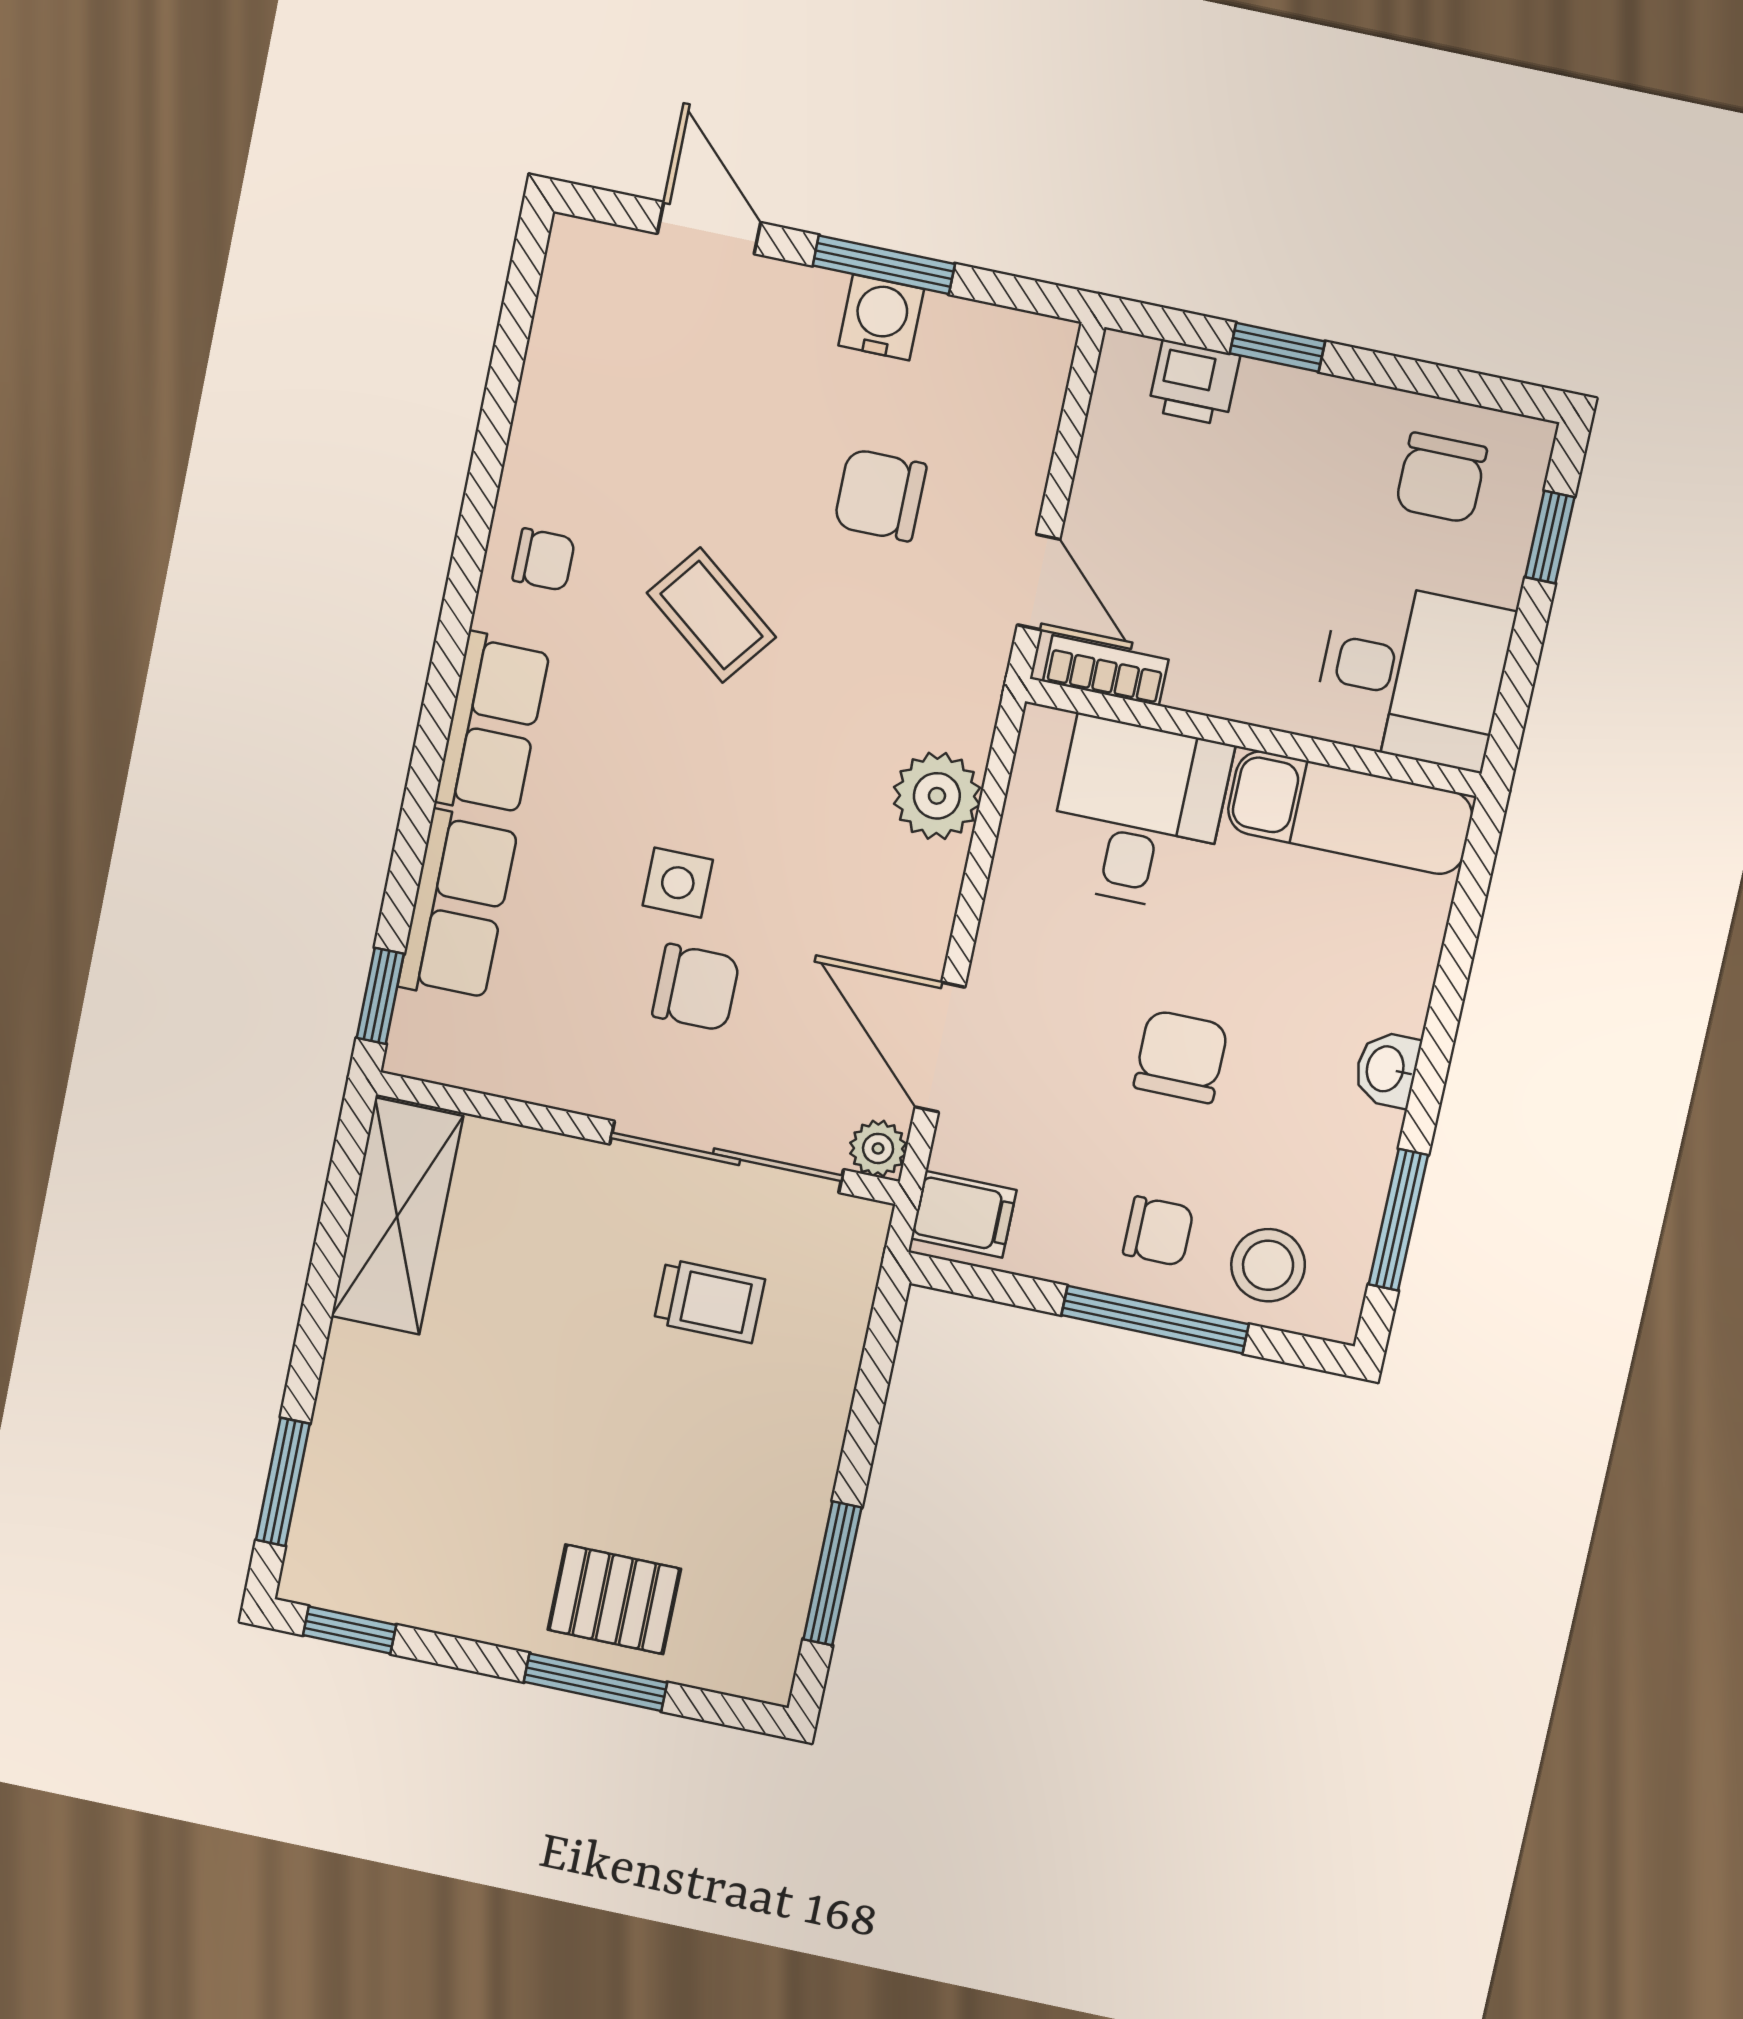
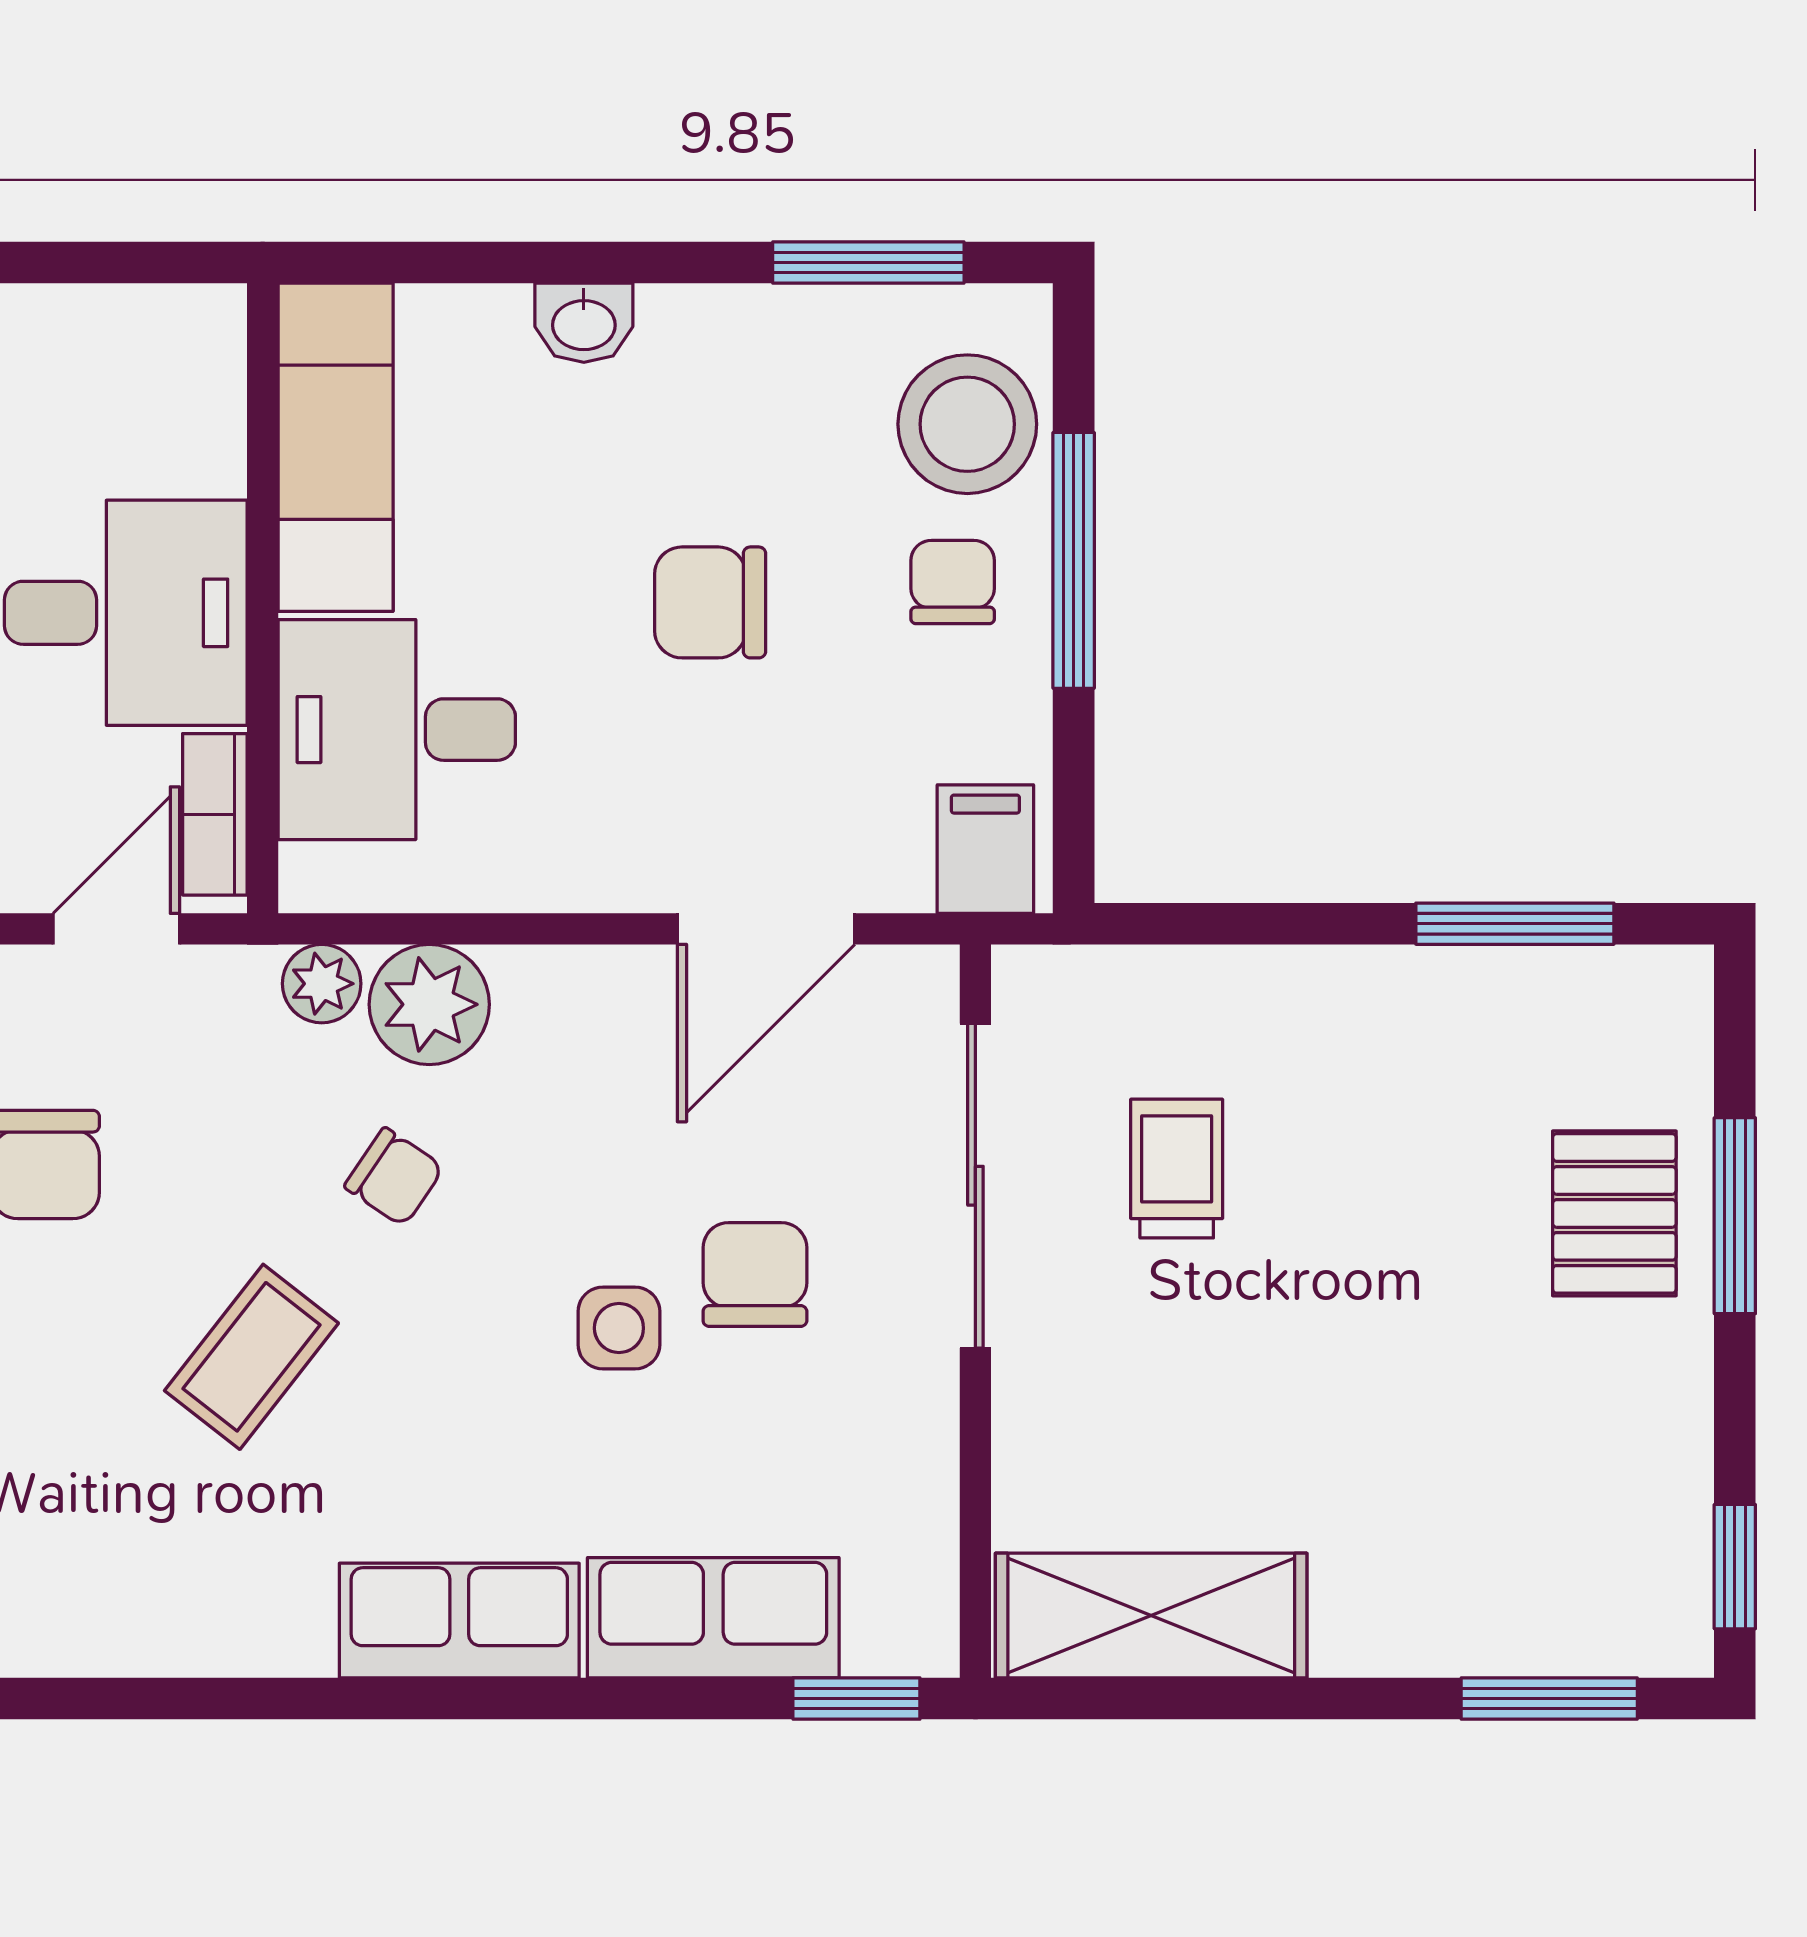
chair: (544, 560) -> (394, 1177), moved, turned 124
desk: (1412, 674) -> (126, 613), moved, turned 90
washbasin: (1387, 1069) -> (584, 323), moved
plant: (878, 1148) -> (322, 984), moved
stool: (1268, 1265) -> (967, 424), width x1.38, depth x1.38

